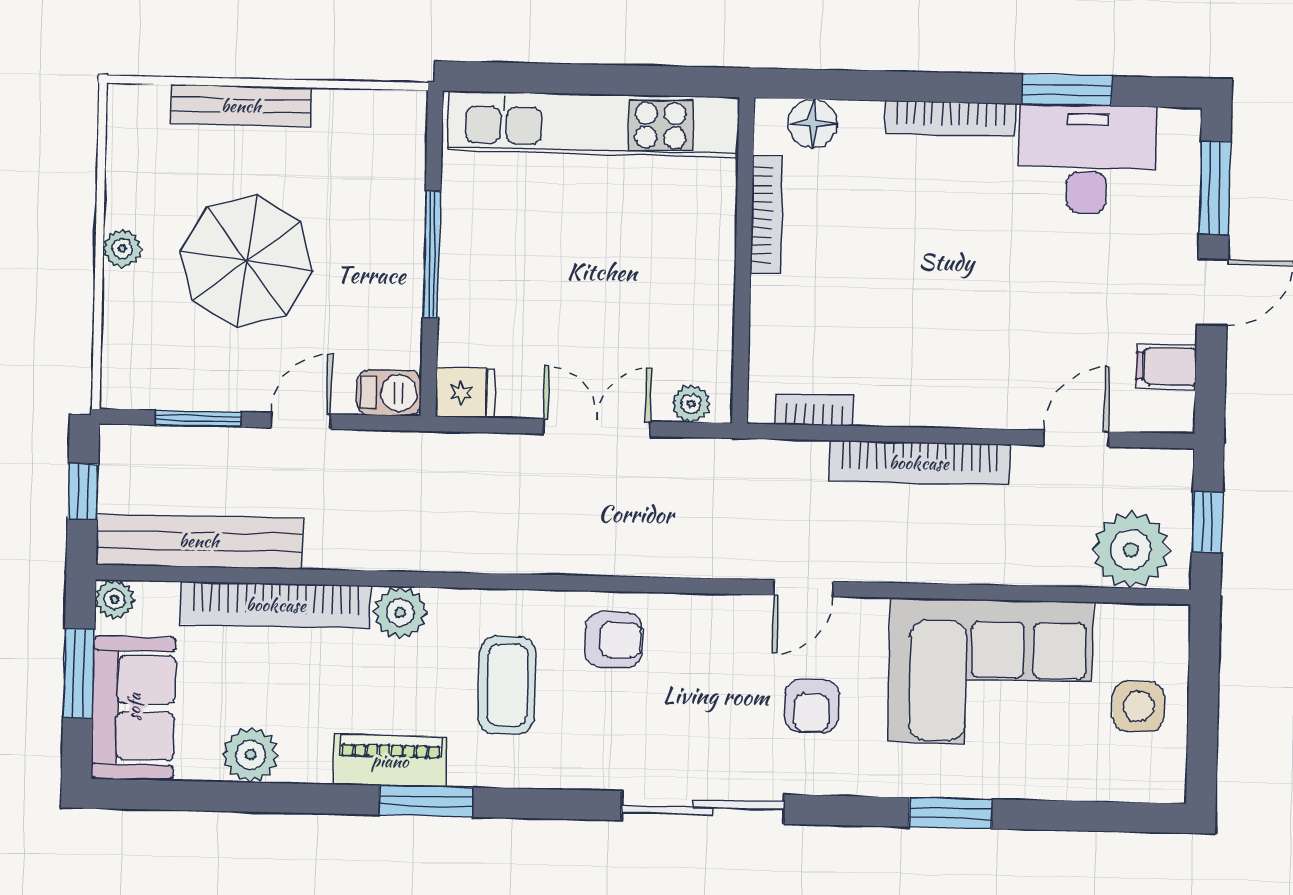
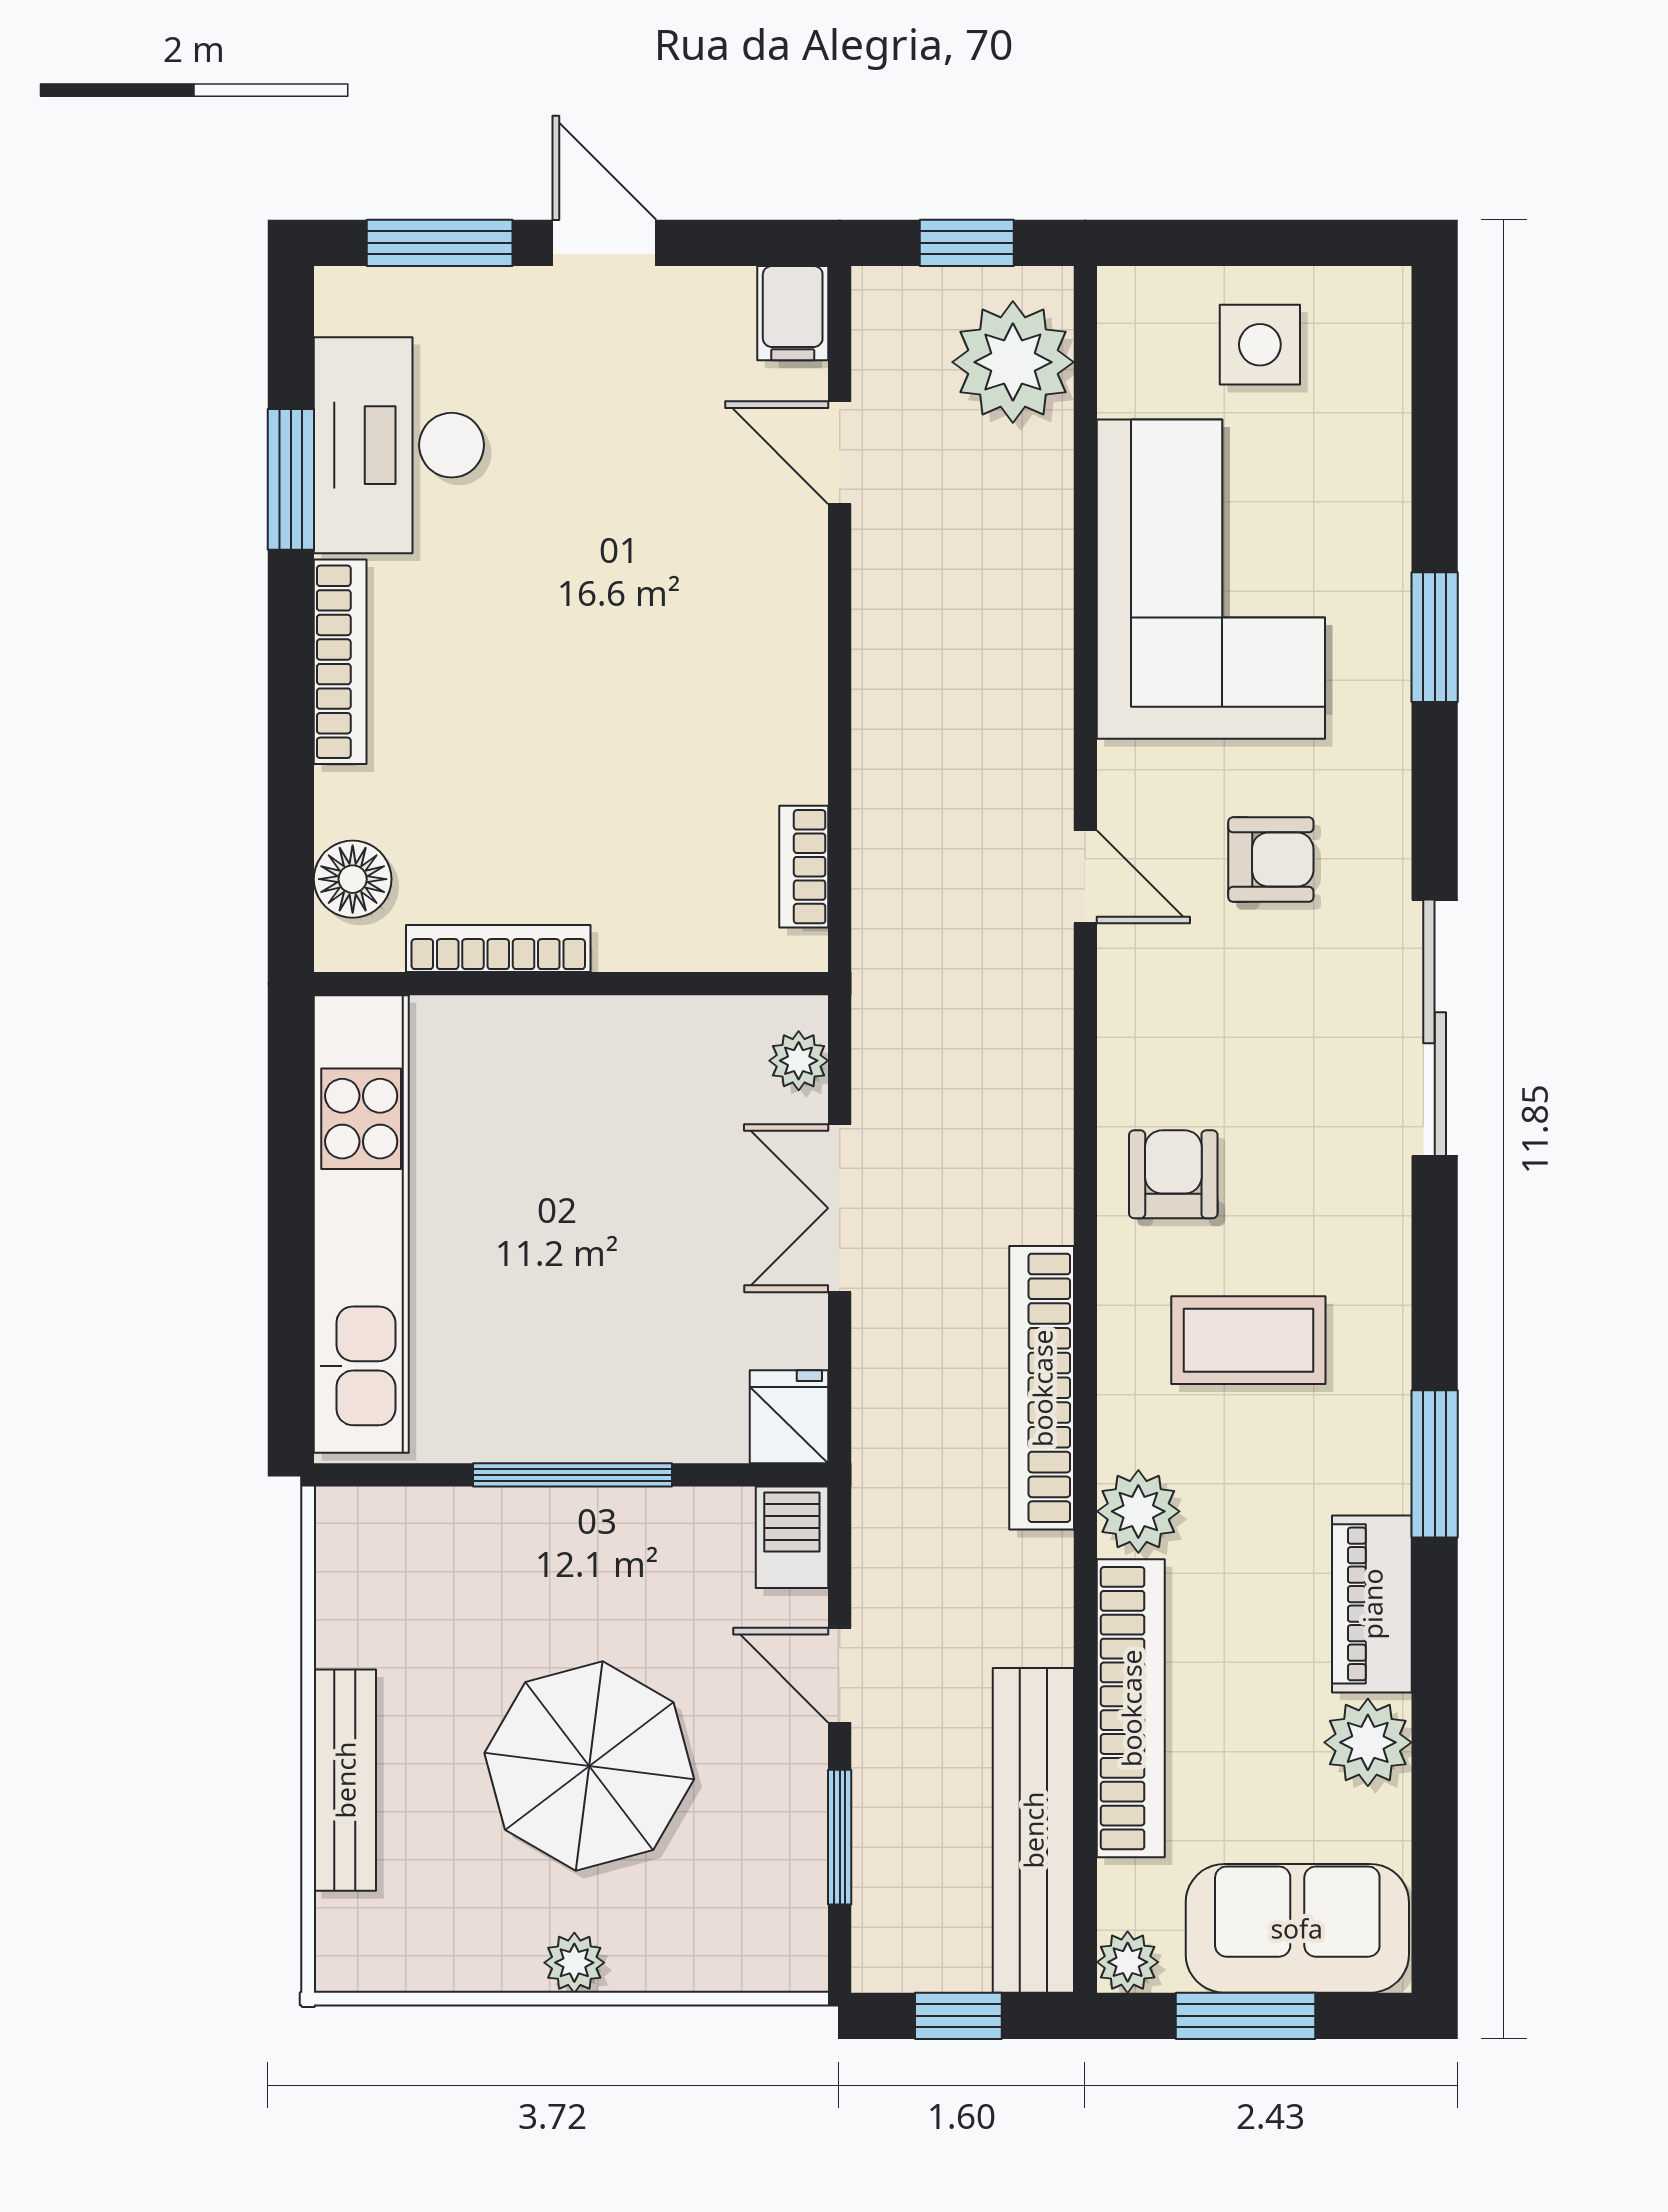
filing cabinet: (1166, 366) -> (793, 313), moved
bookcase: (919, 463) -> (1042, 1388), moved, turned 180
piano: (390, 761) -> (1372, 1604), moved

